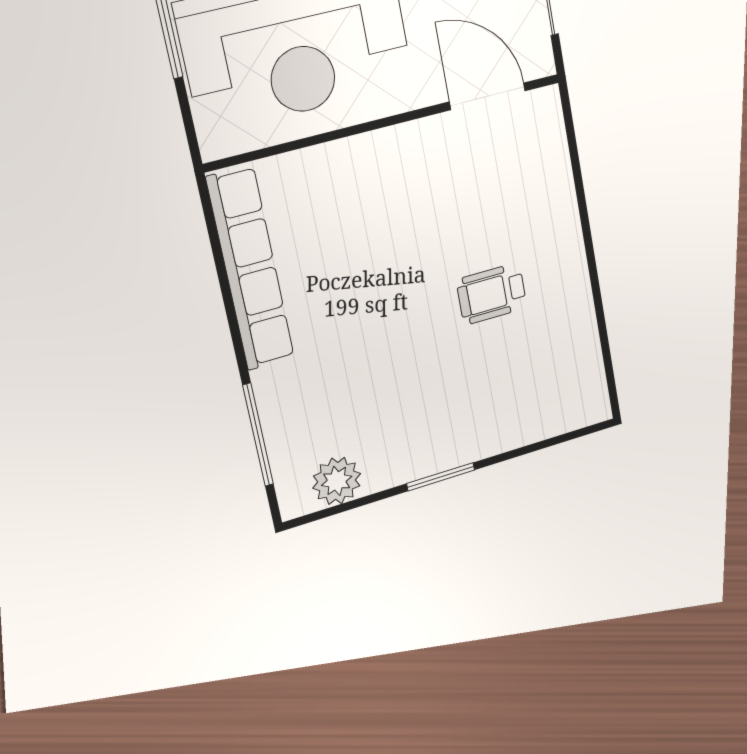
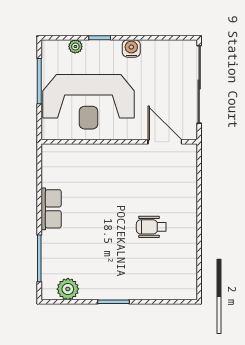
row of seats: (251, 269) -> (51, 209), width x0.50

